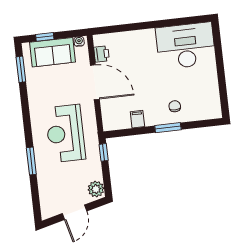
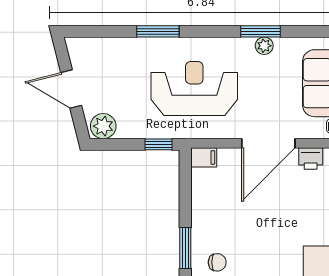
window: (21, 69) -> (261, 31), moved
plant: (33, 92) -> (264, 46), added
filing cabinet: (137, 119) -> (204, 157), moved

